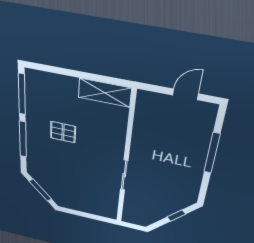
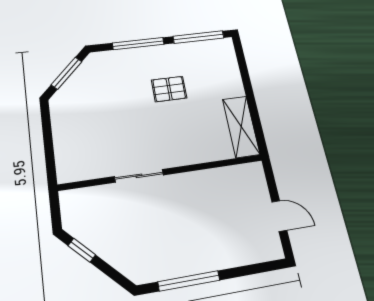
pallet: (63, 132) -> (169, 89), turned 90
window: (212, 153) -> (189, 281), moved
window: (176, 216) -> (82, 250), moved

